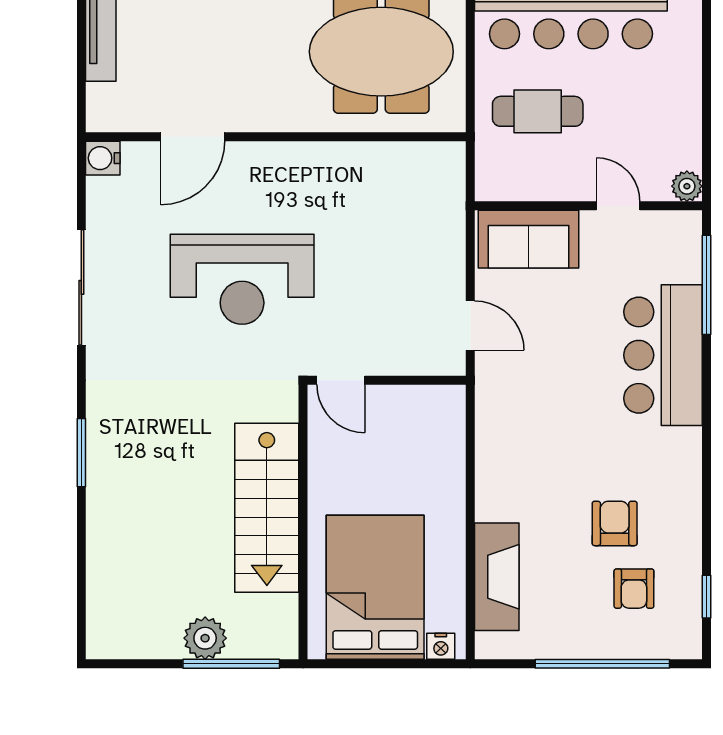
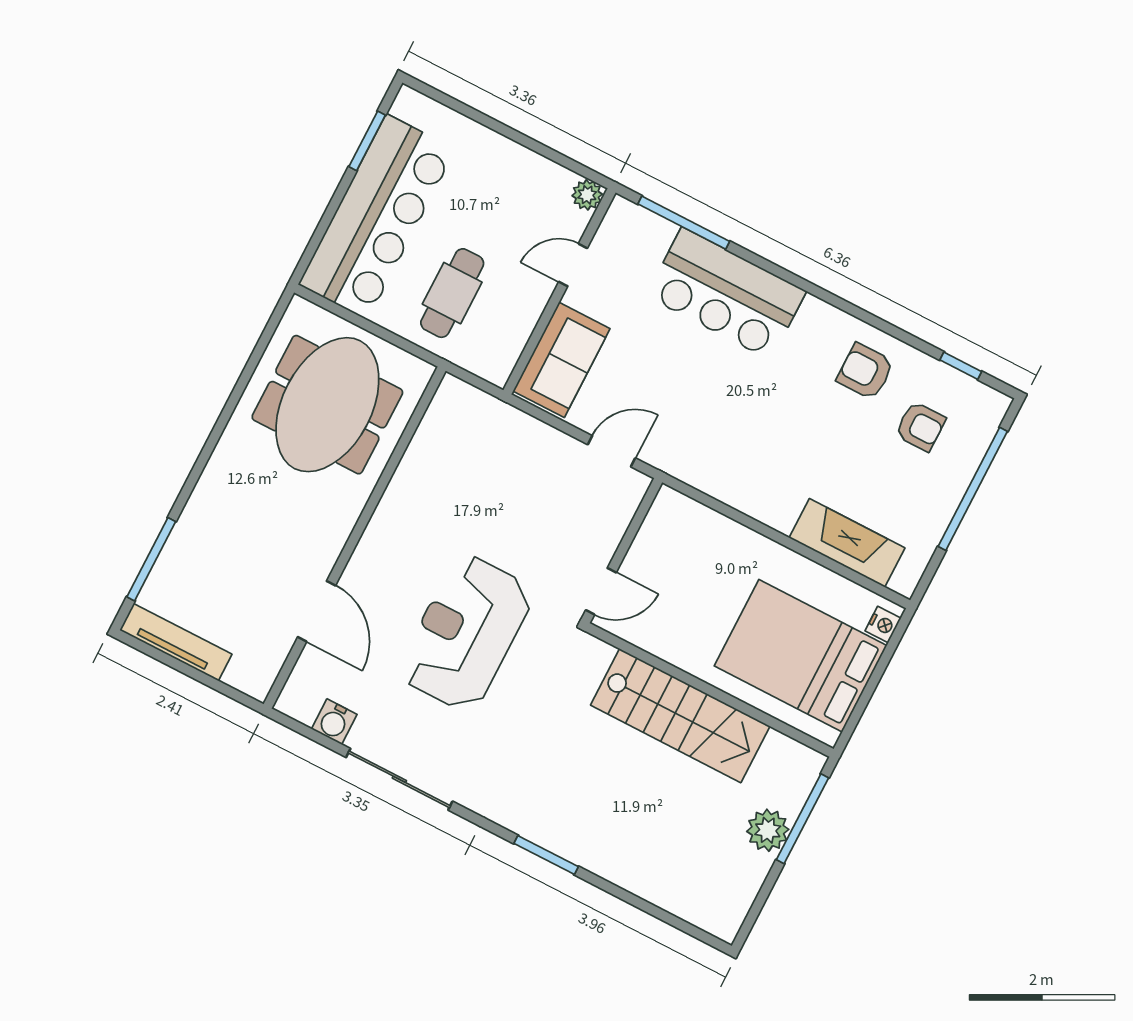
water cooler: (103, 158) -> (334, 722), moved
reception desk: (242, 279) -> (466, 633), turned 180
armchair: (615, 523) -> (865, 371), moved

